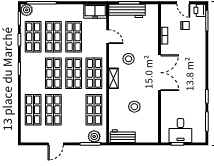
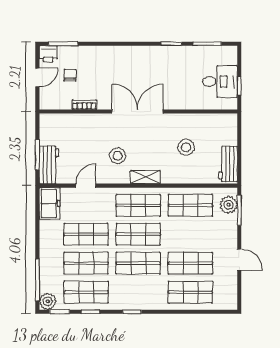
workbench: (127, 11) -> (49, 165), width x0.73

